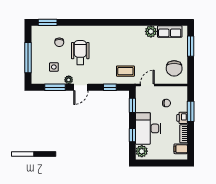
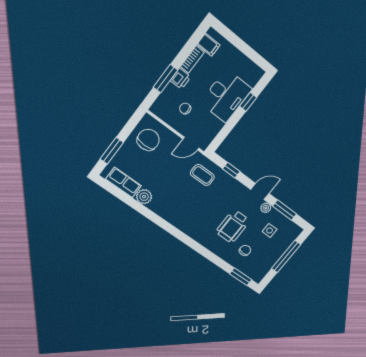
window: (132, 105) -> (223, 134), removed
plant: (142, 151) -> (252, 76), removed

